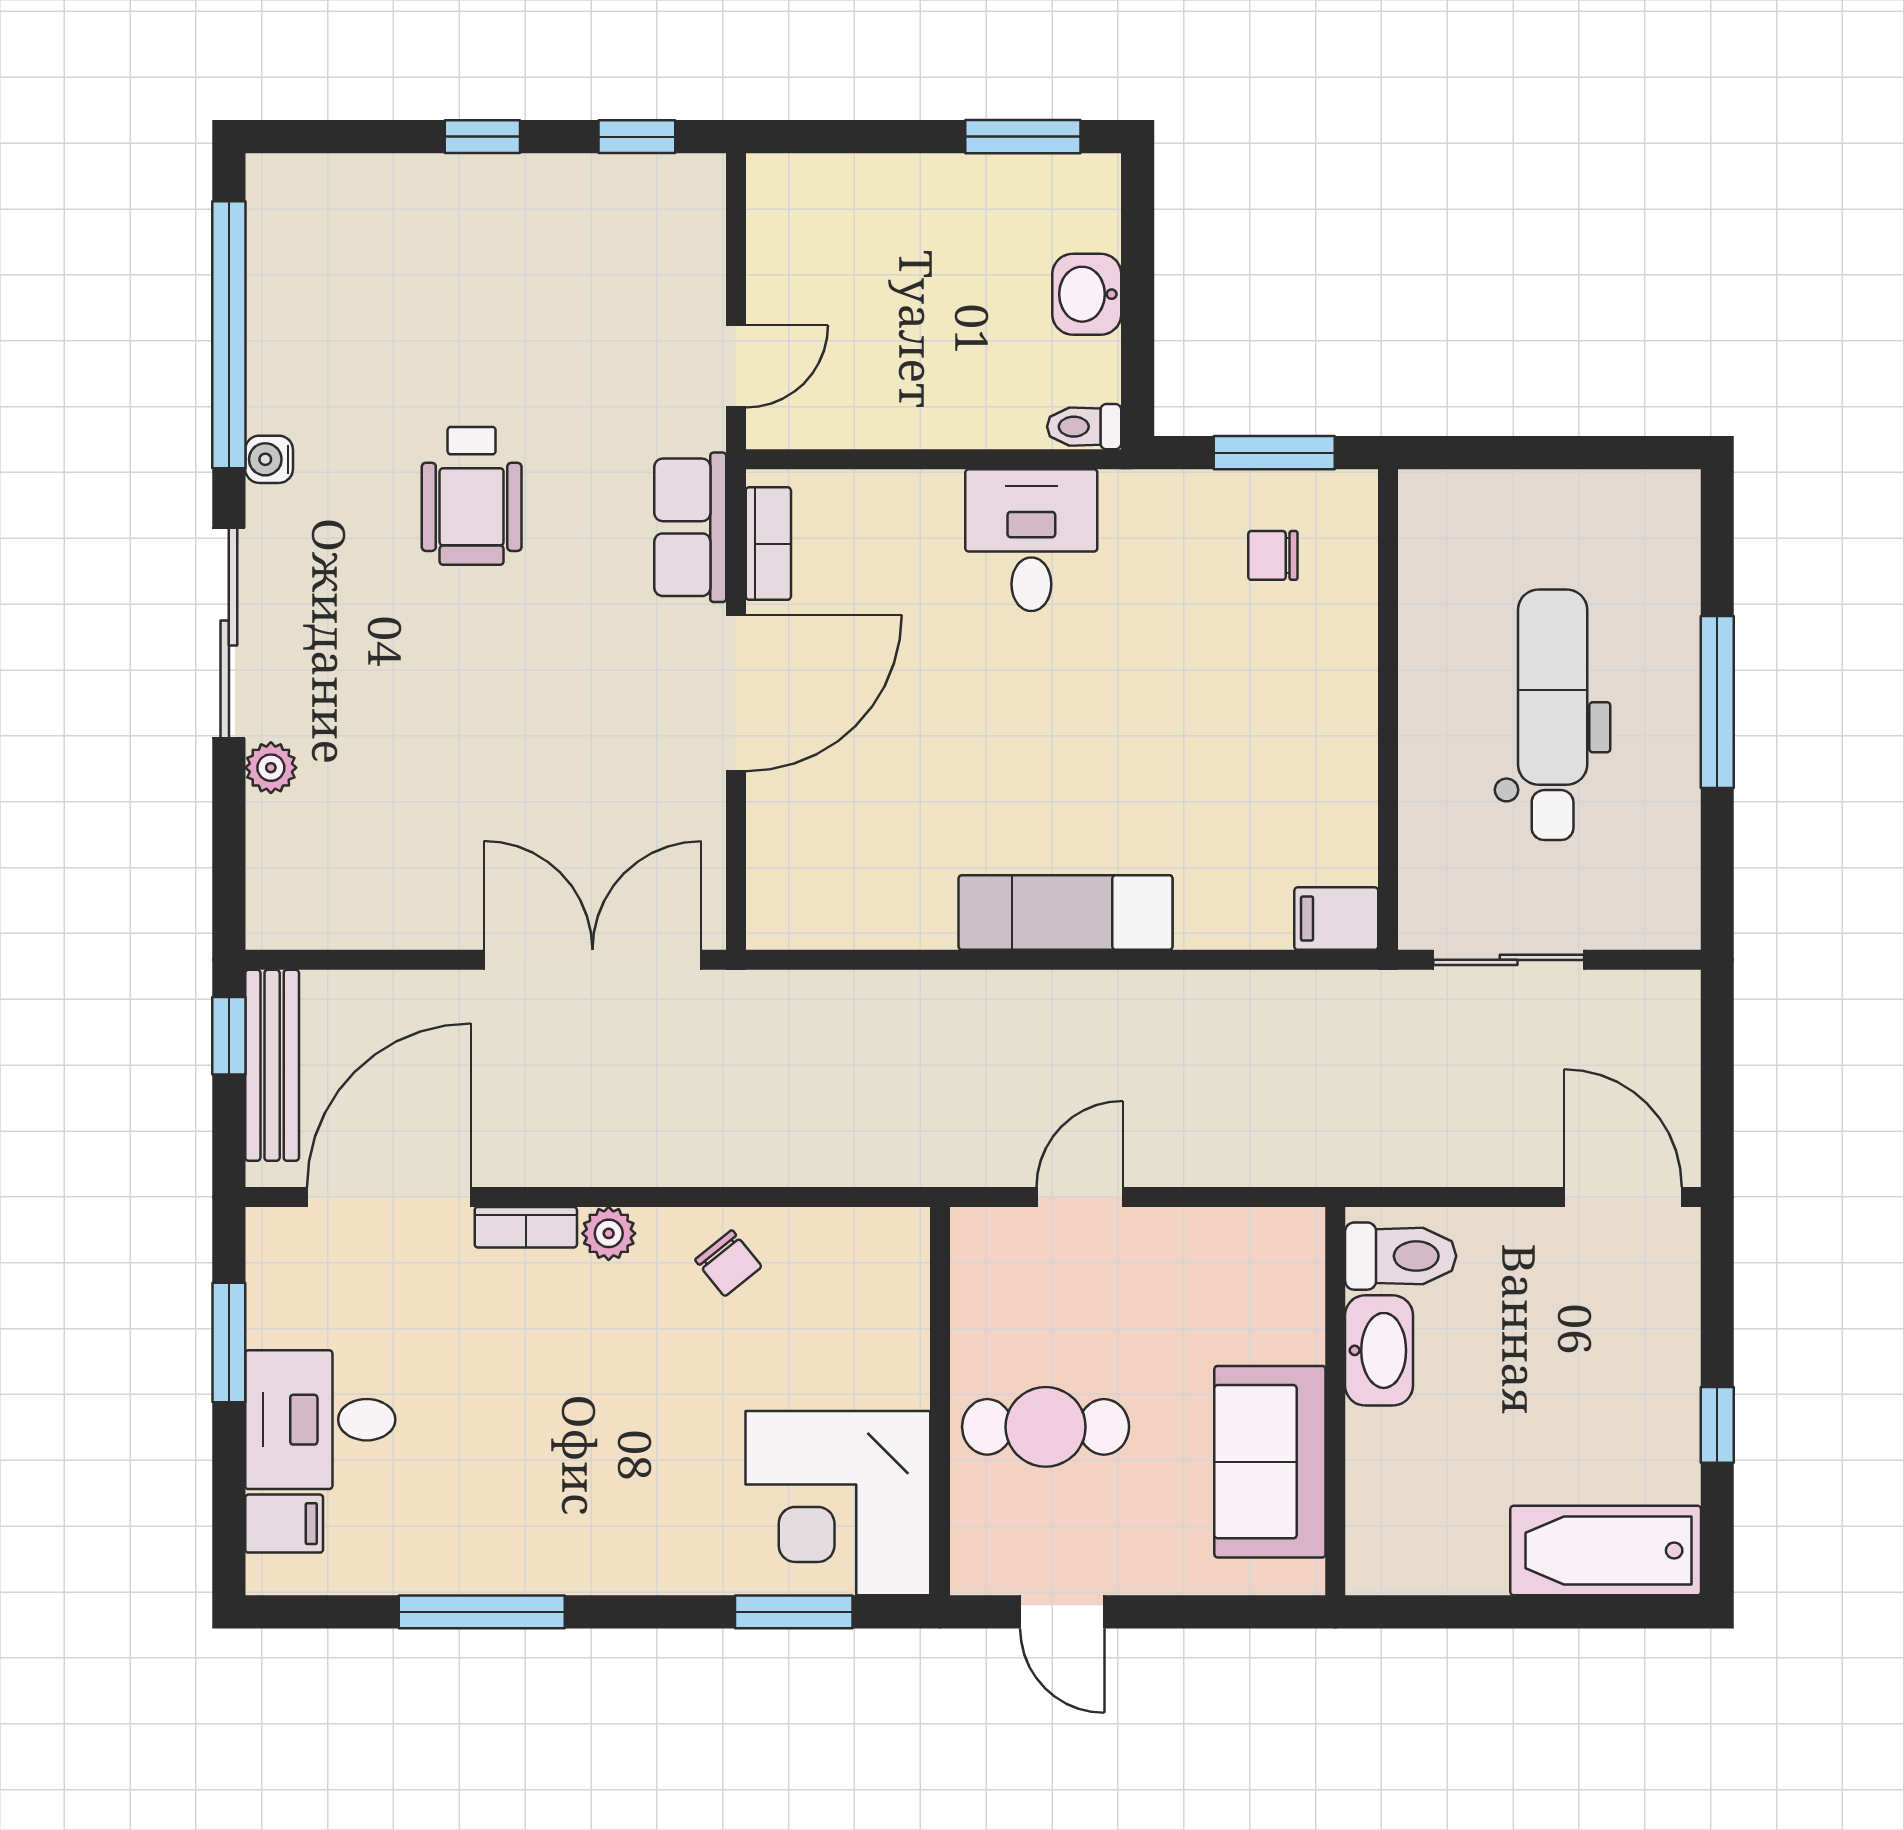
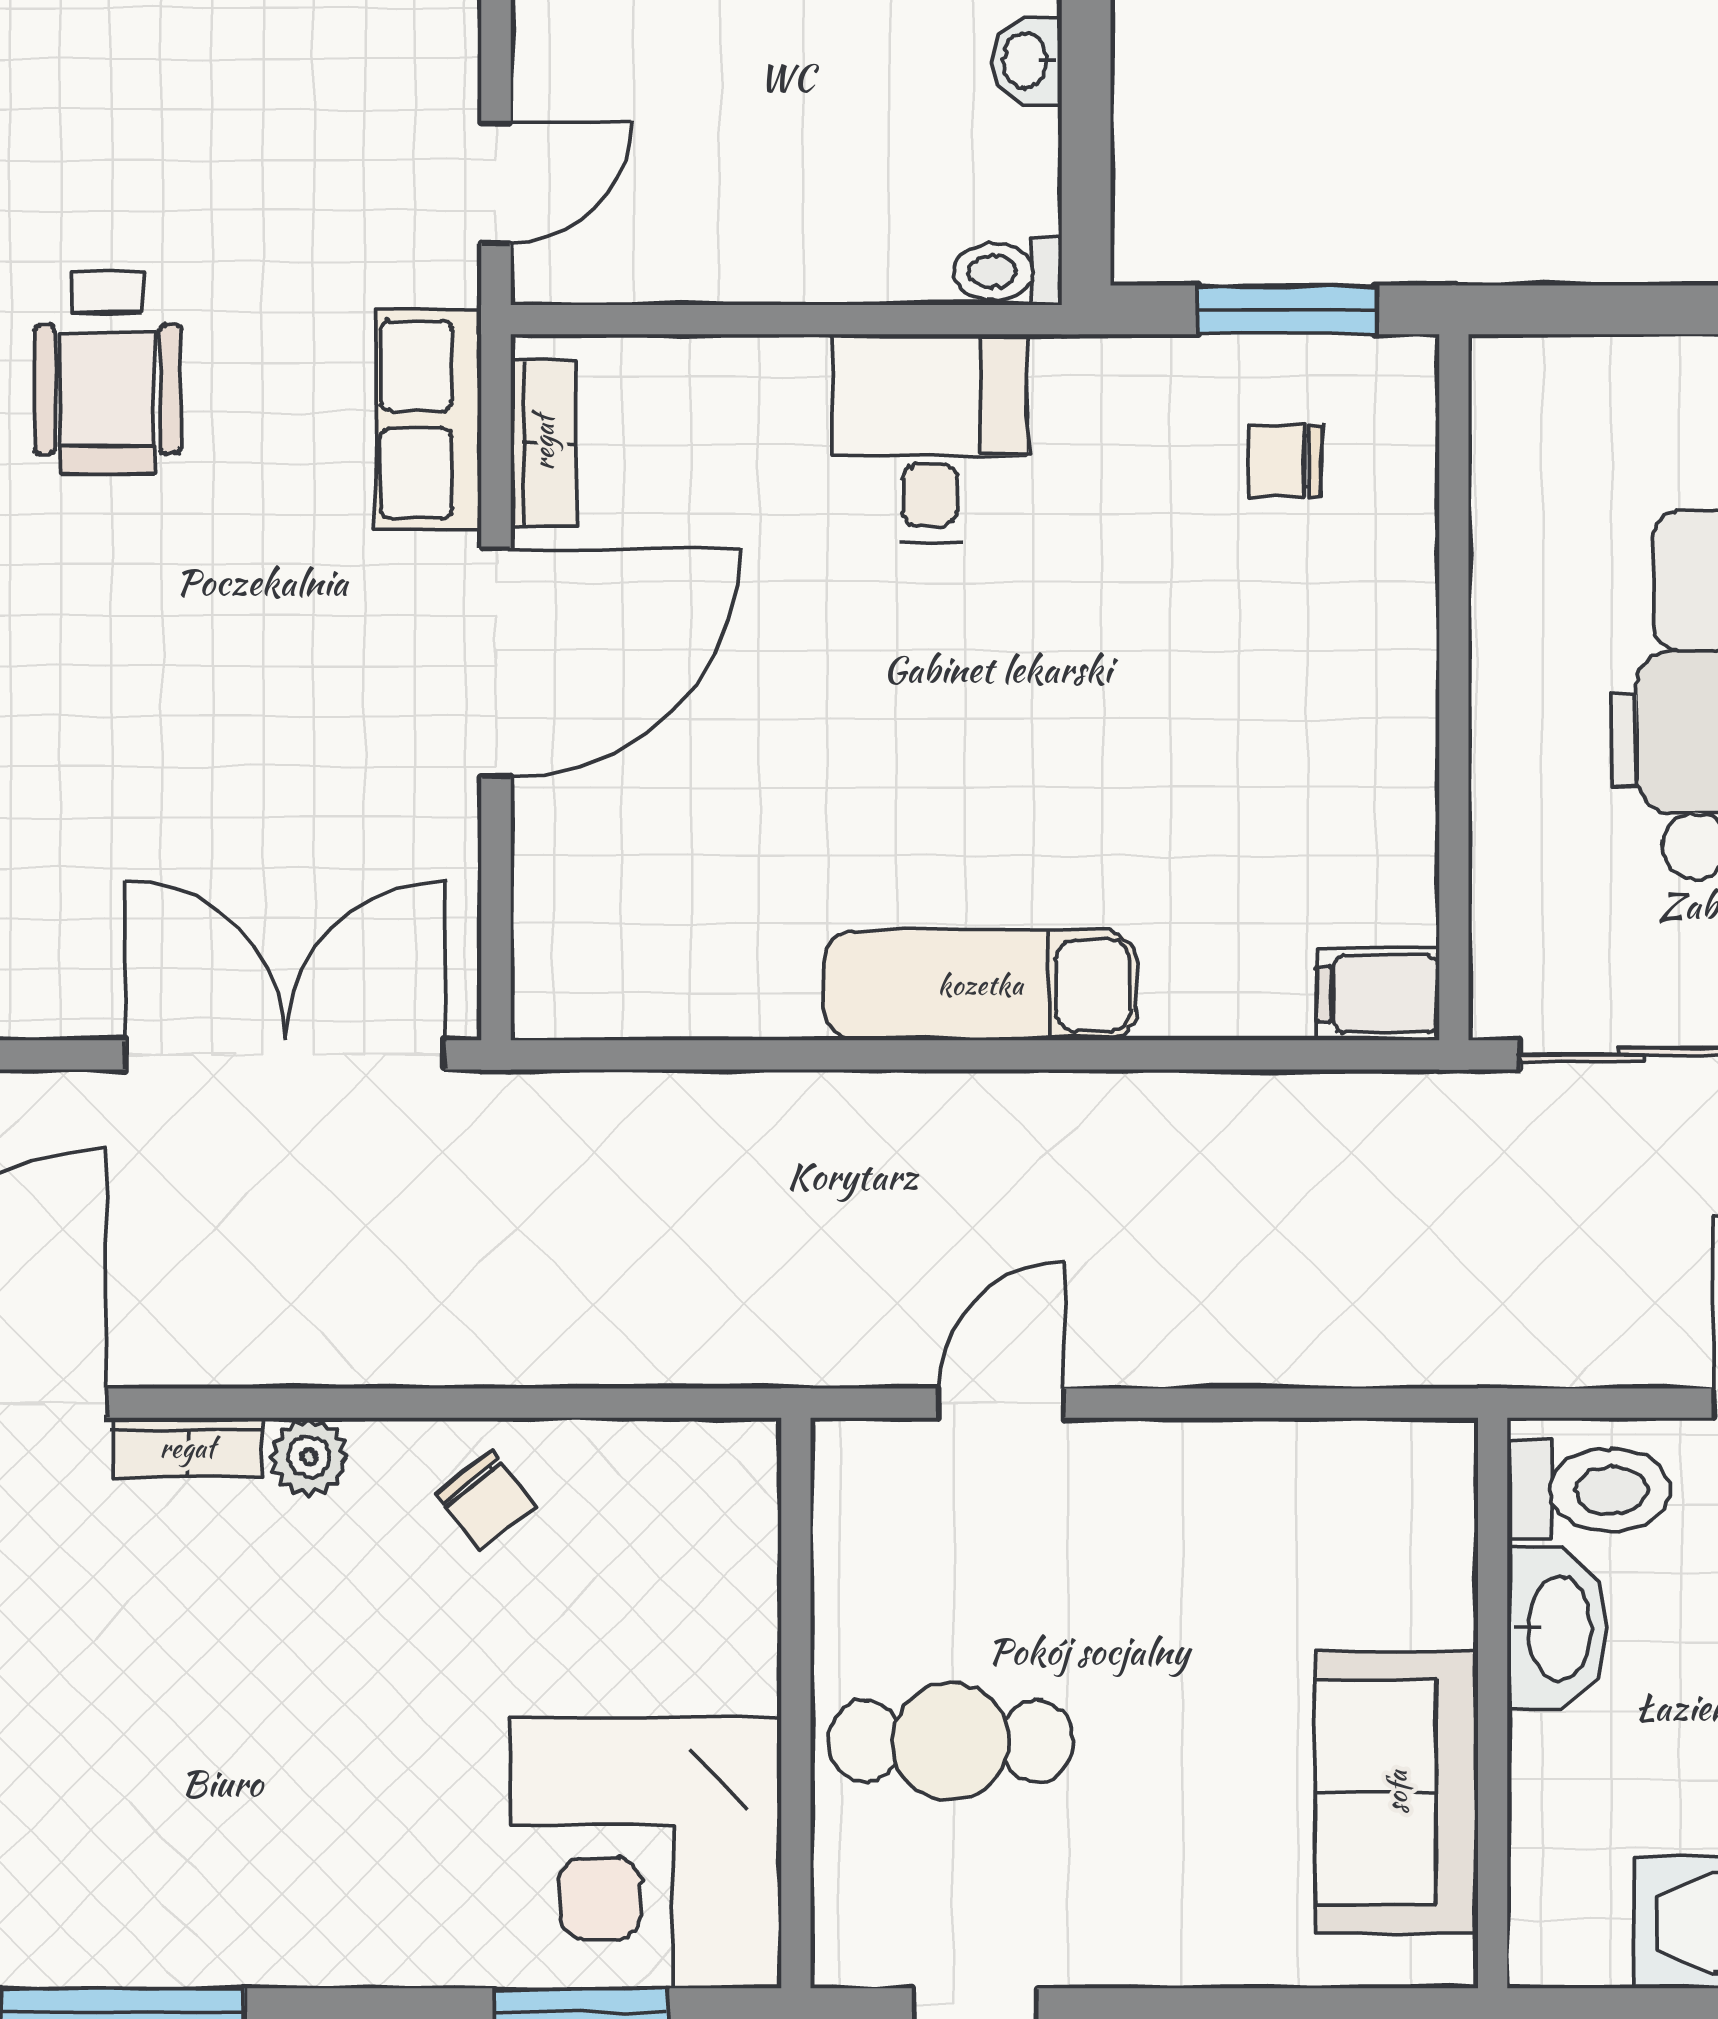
washbasin: (1087, 294) -> (1027, 60), width x0.72, depth x0.69
toilet: (1401, 1256) -> (1589, 1490), moved
washbasin: (1379, 1350) -> (1557, 1629), moved
wall: (1335, 1401) -> (1493, 1703), moved
sofa: (1270, 1462) -> (1397, 1792), moved

